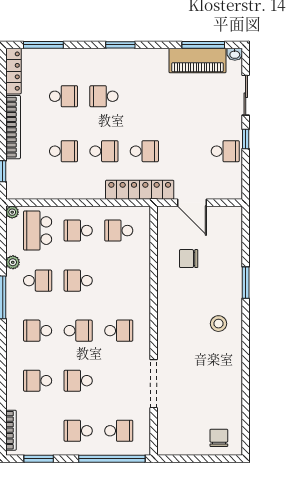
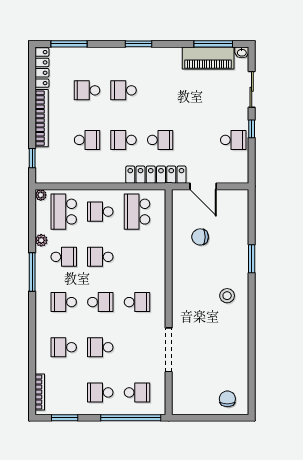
school desk: (63, 96) -> (87, 90), turned 180
school desk: (104, 151) -> (124, 140), turned 180
school desk: (119, 231) -> (137, 212), width x1.85

